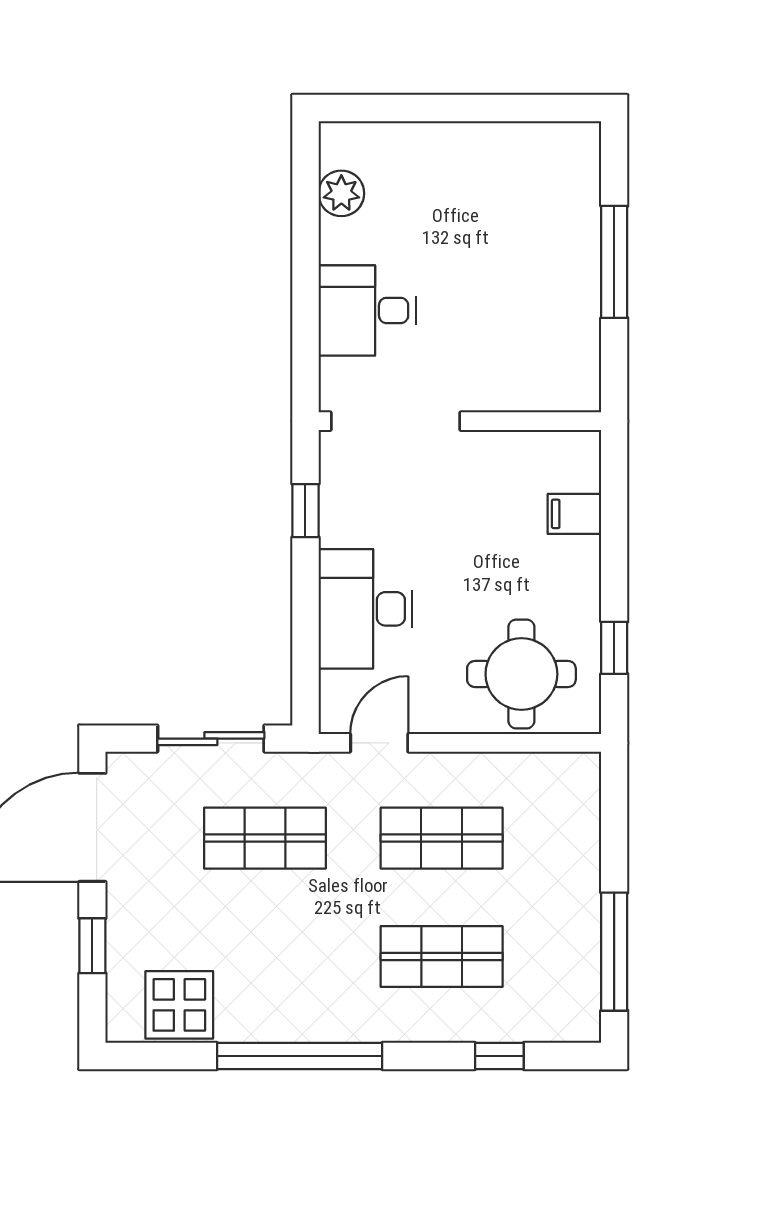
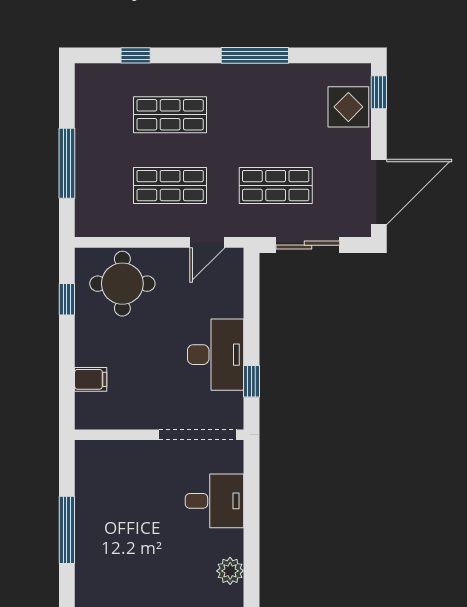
desk: (365, 609) -> (216, 355), moved
window: (92, 946) -> (379, 92), moved
window: (614, 952) -> (67, 163), moved
display table: (179, 1005) -> (348, 107), moved
window: (300, 1056) -> (255, 55), width x0.68

